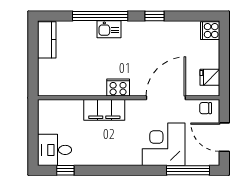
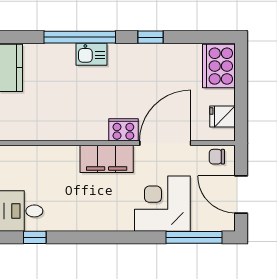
cooker: (210, 31) -> (219, 66), width x1.87, depth x1.31
cooker: (118, 88) -> (123, 130), moved
filing cabinet: (104, 110) -> (107, 159), moved

